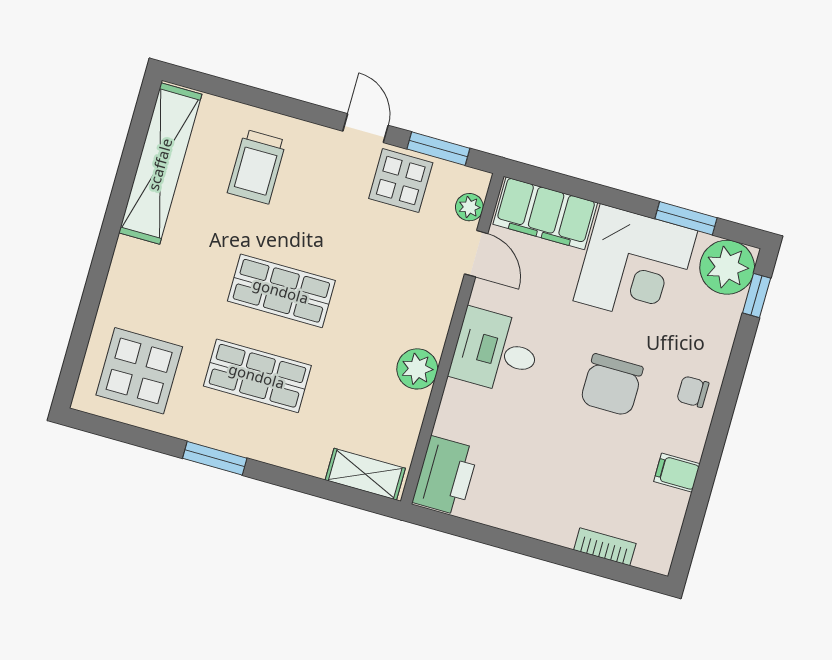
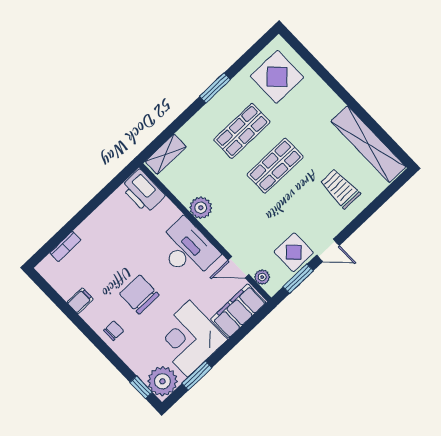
desk: (496, 351) -> (187, 249), width x1.37

